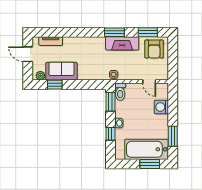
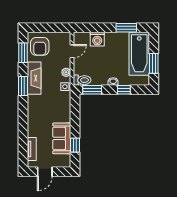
armchair: (154, 49) -> (40, 46), turned 90
plant: (40, 76) -> (66, 72), moved
window: (150, 164) -> (154, 63), moved

